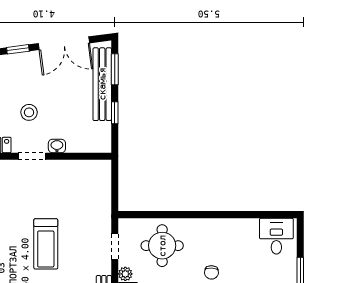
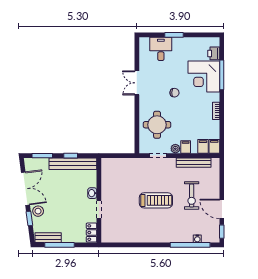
bench: (102, 84) -> (73, 164), moved
stool: (29, 112) -> (38, 211), moved
double door: (226, 215) -> (137, 83), added
desk: (276, 236) -> (161, 49), moved, turned 90

